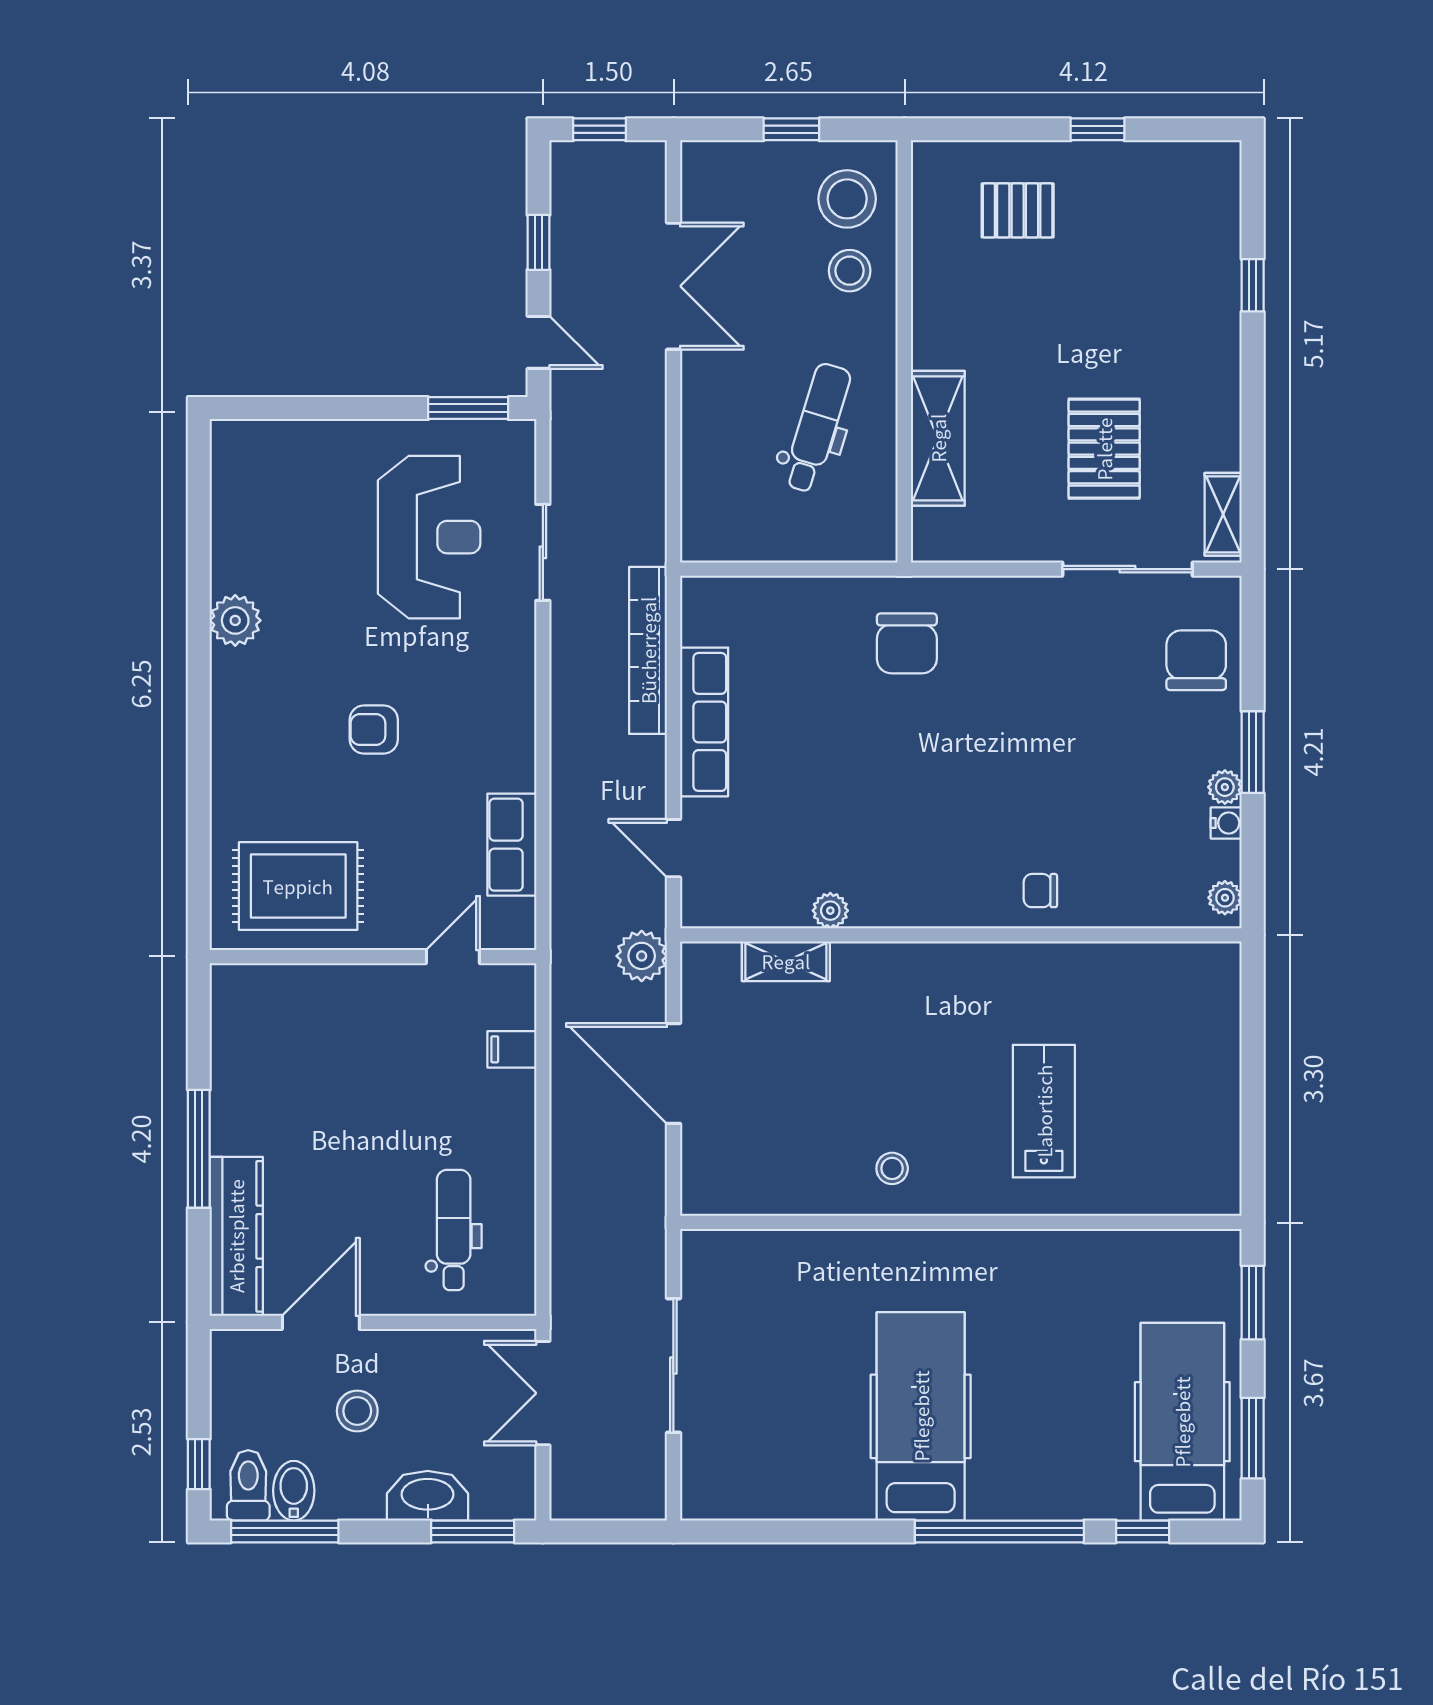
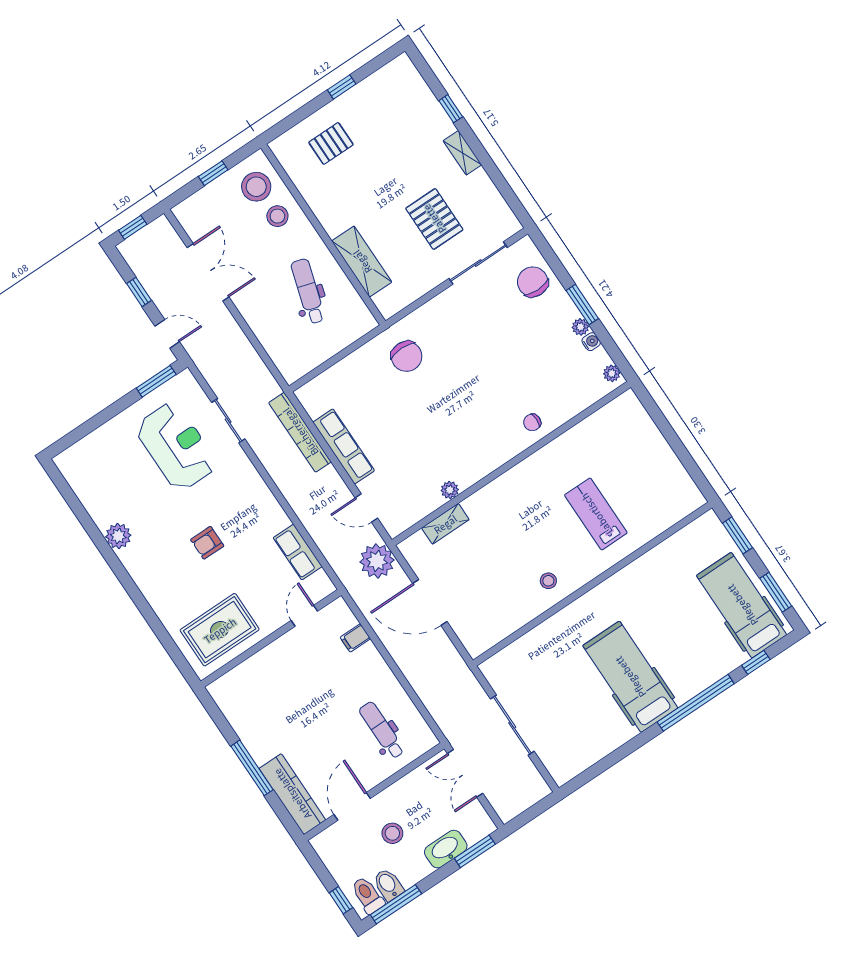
shelving: (1223, 514) -> (462, 153), moved
plant: (642, 956) -> (377, 561), width x1.36, depth x1.36

